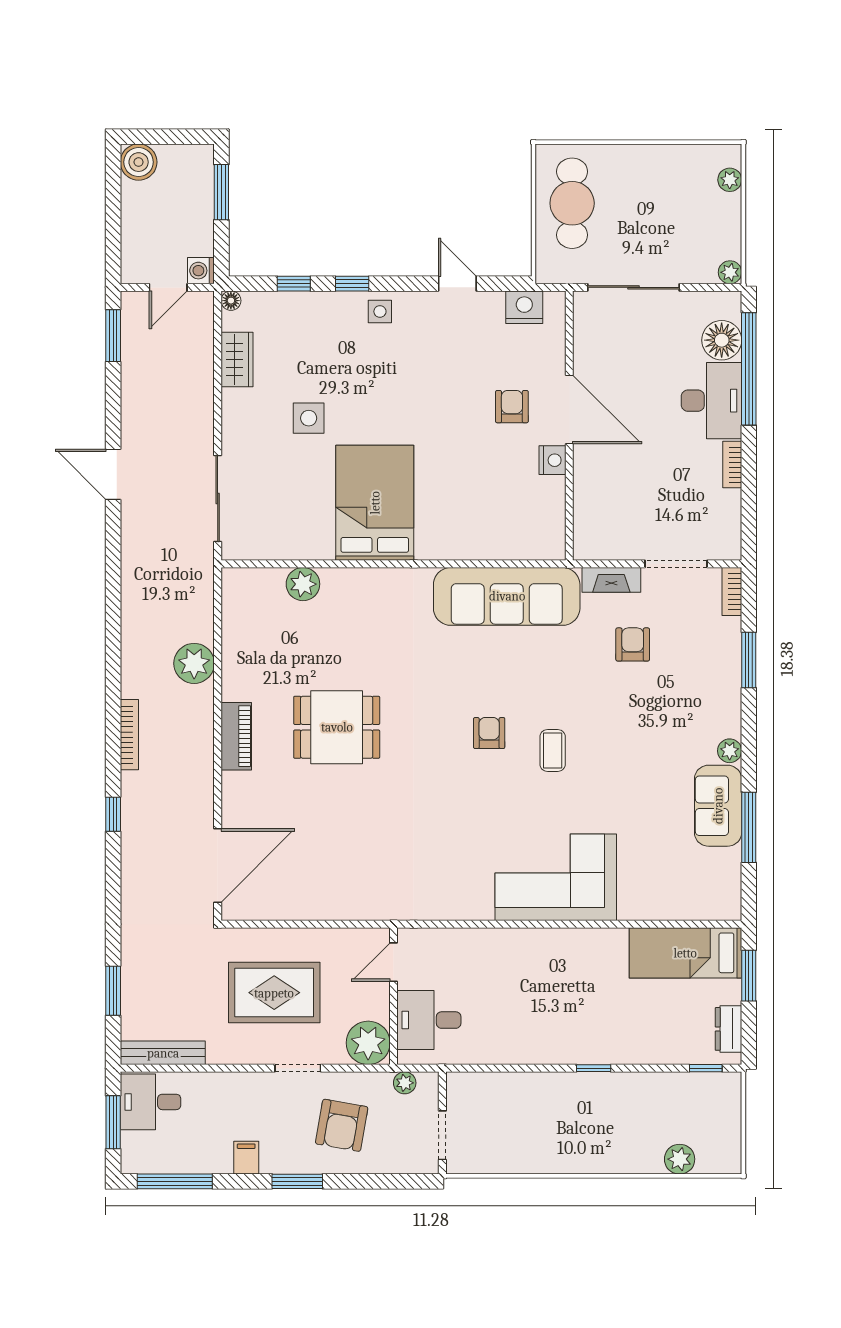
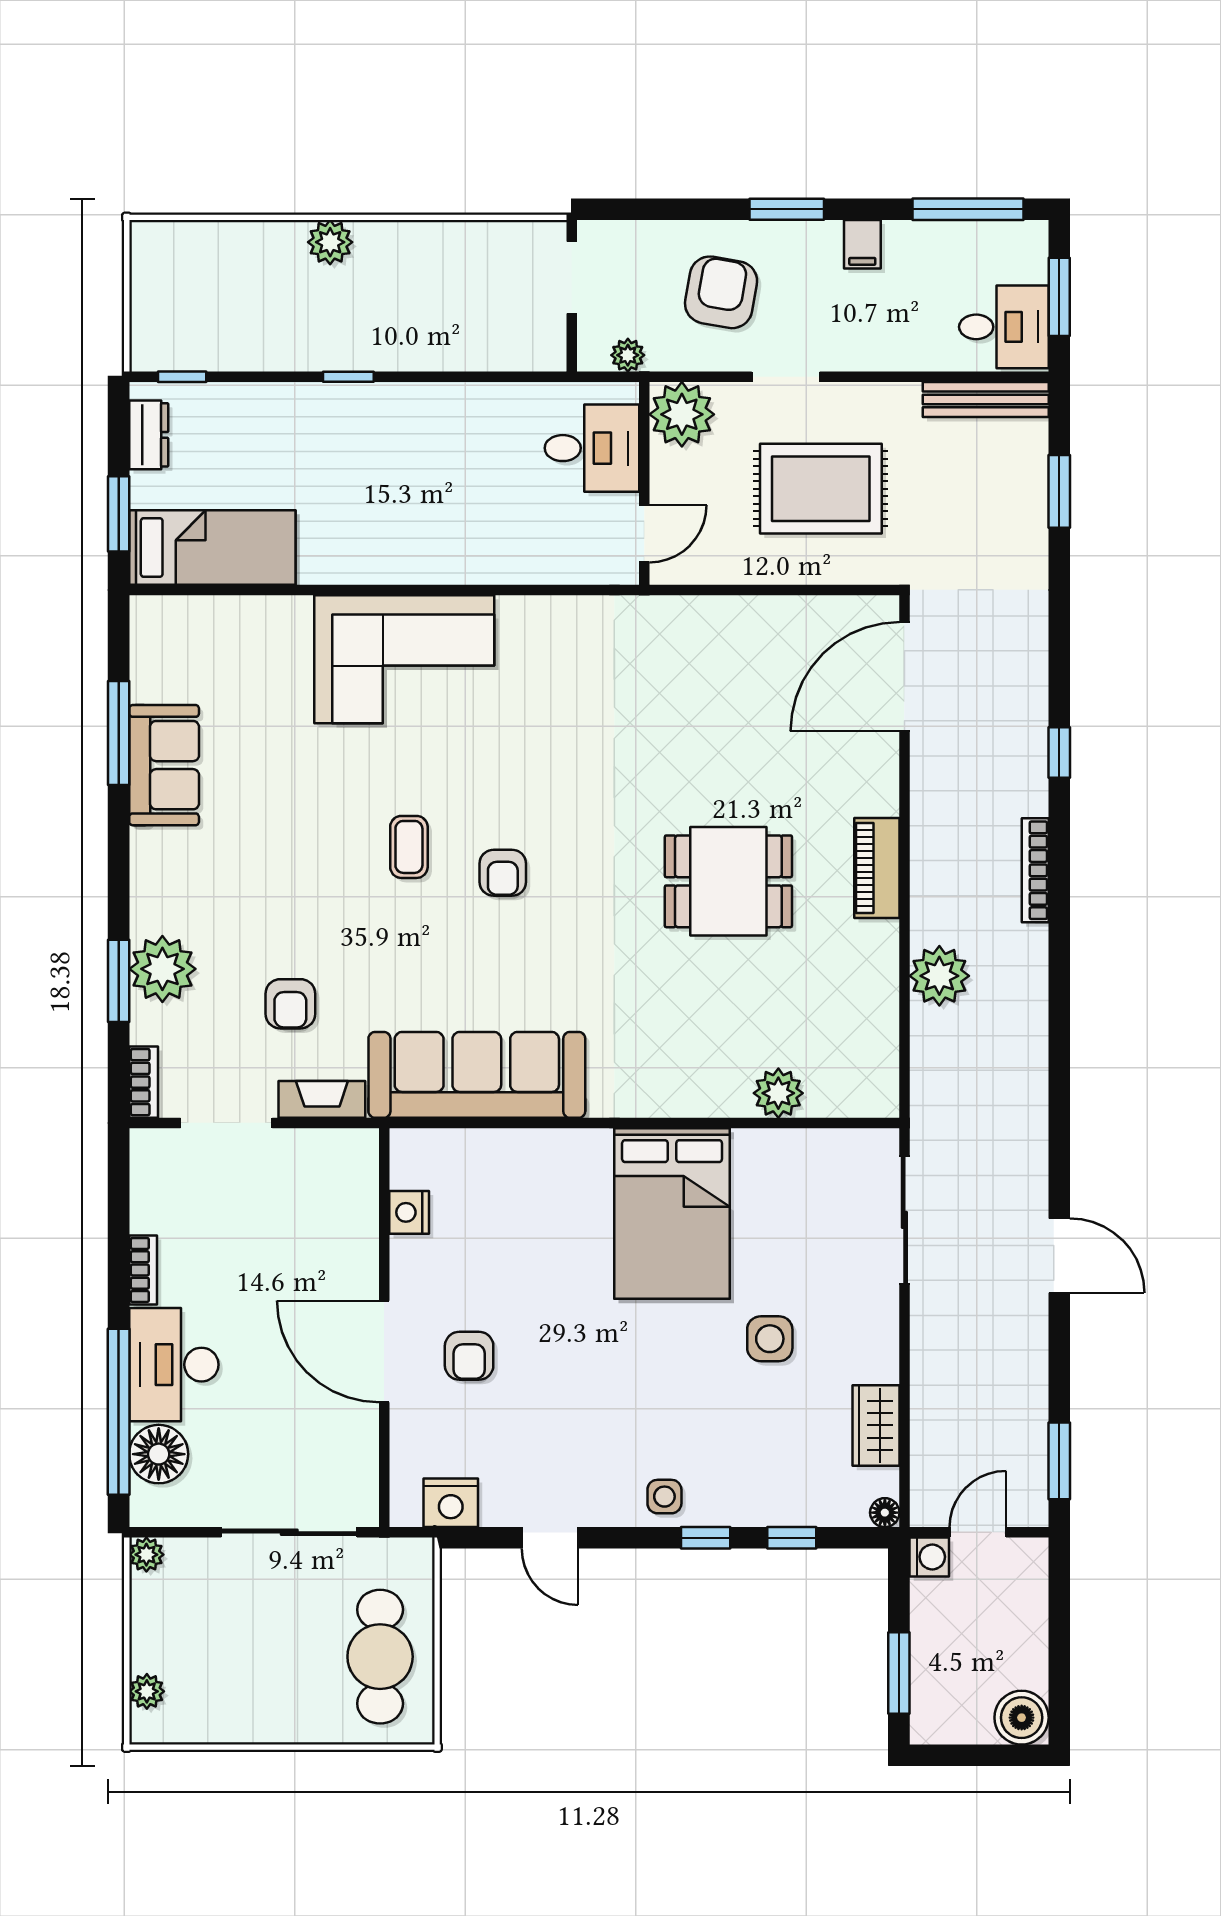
nightstand: (552, 460) -> (409, 1212), moved
plant: (730, 751) -> (162, 969), moved, width x1.88, depth x1.88
plant: (680, 1159) -> (330, 242), moved

